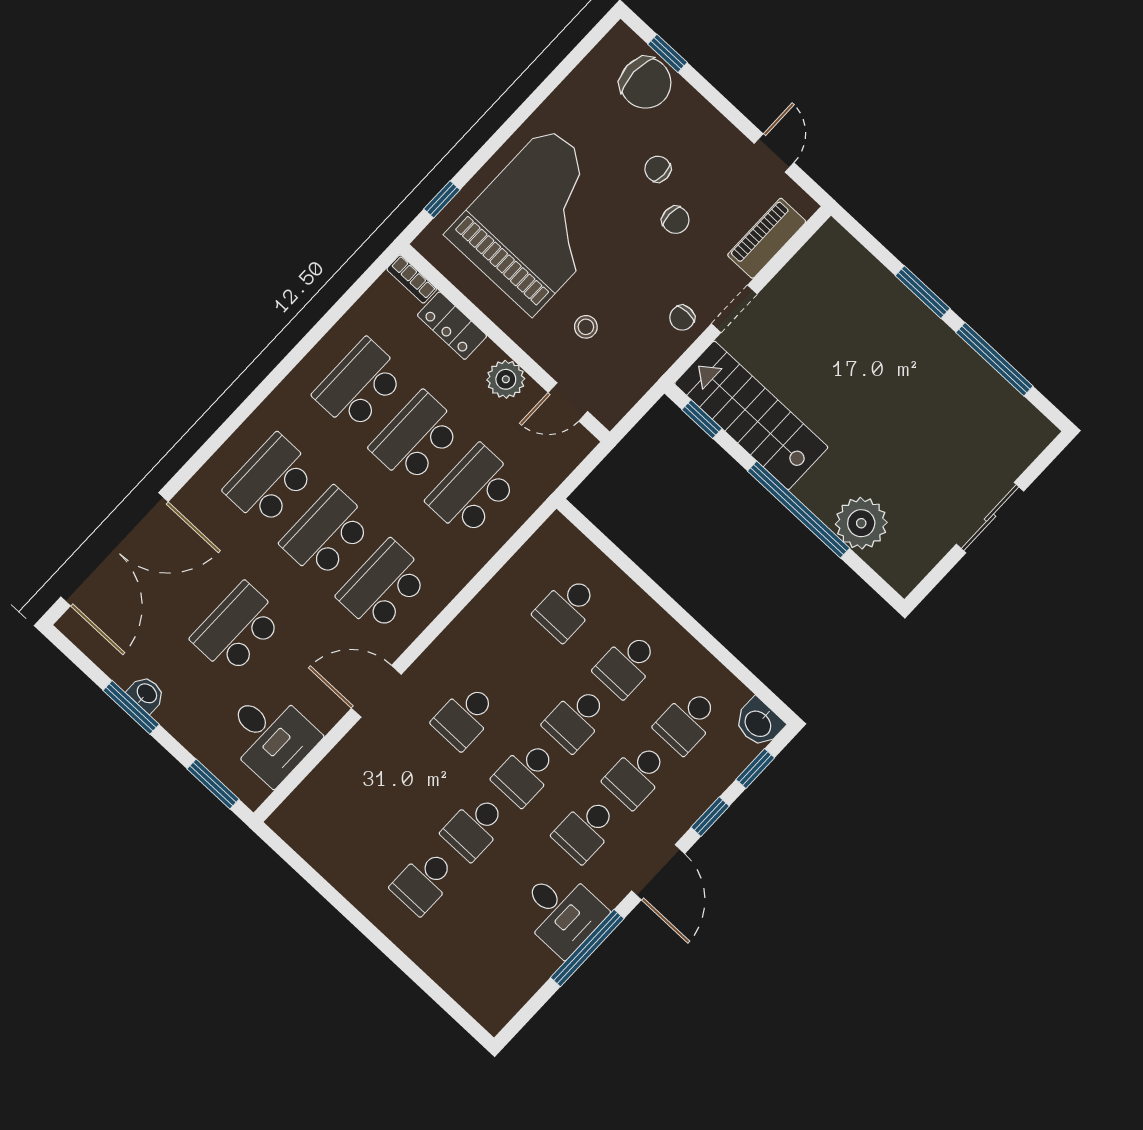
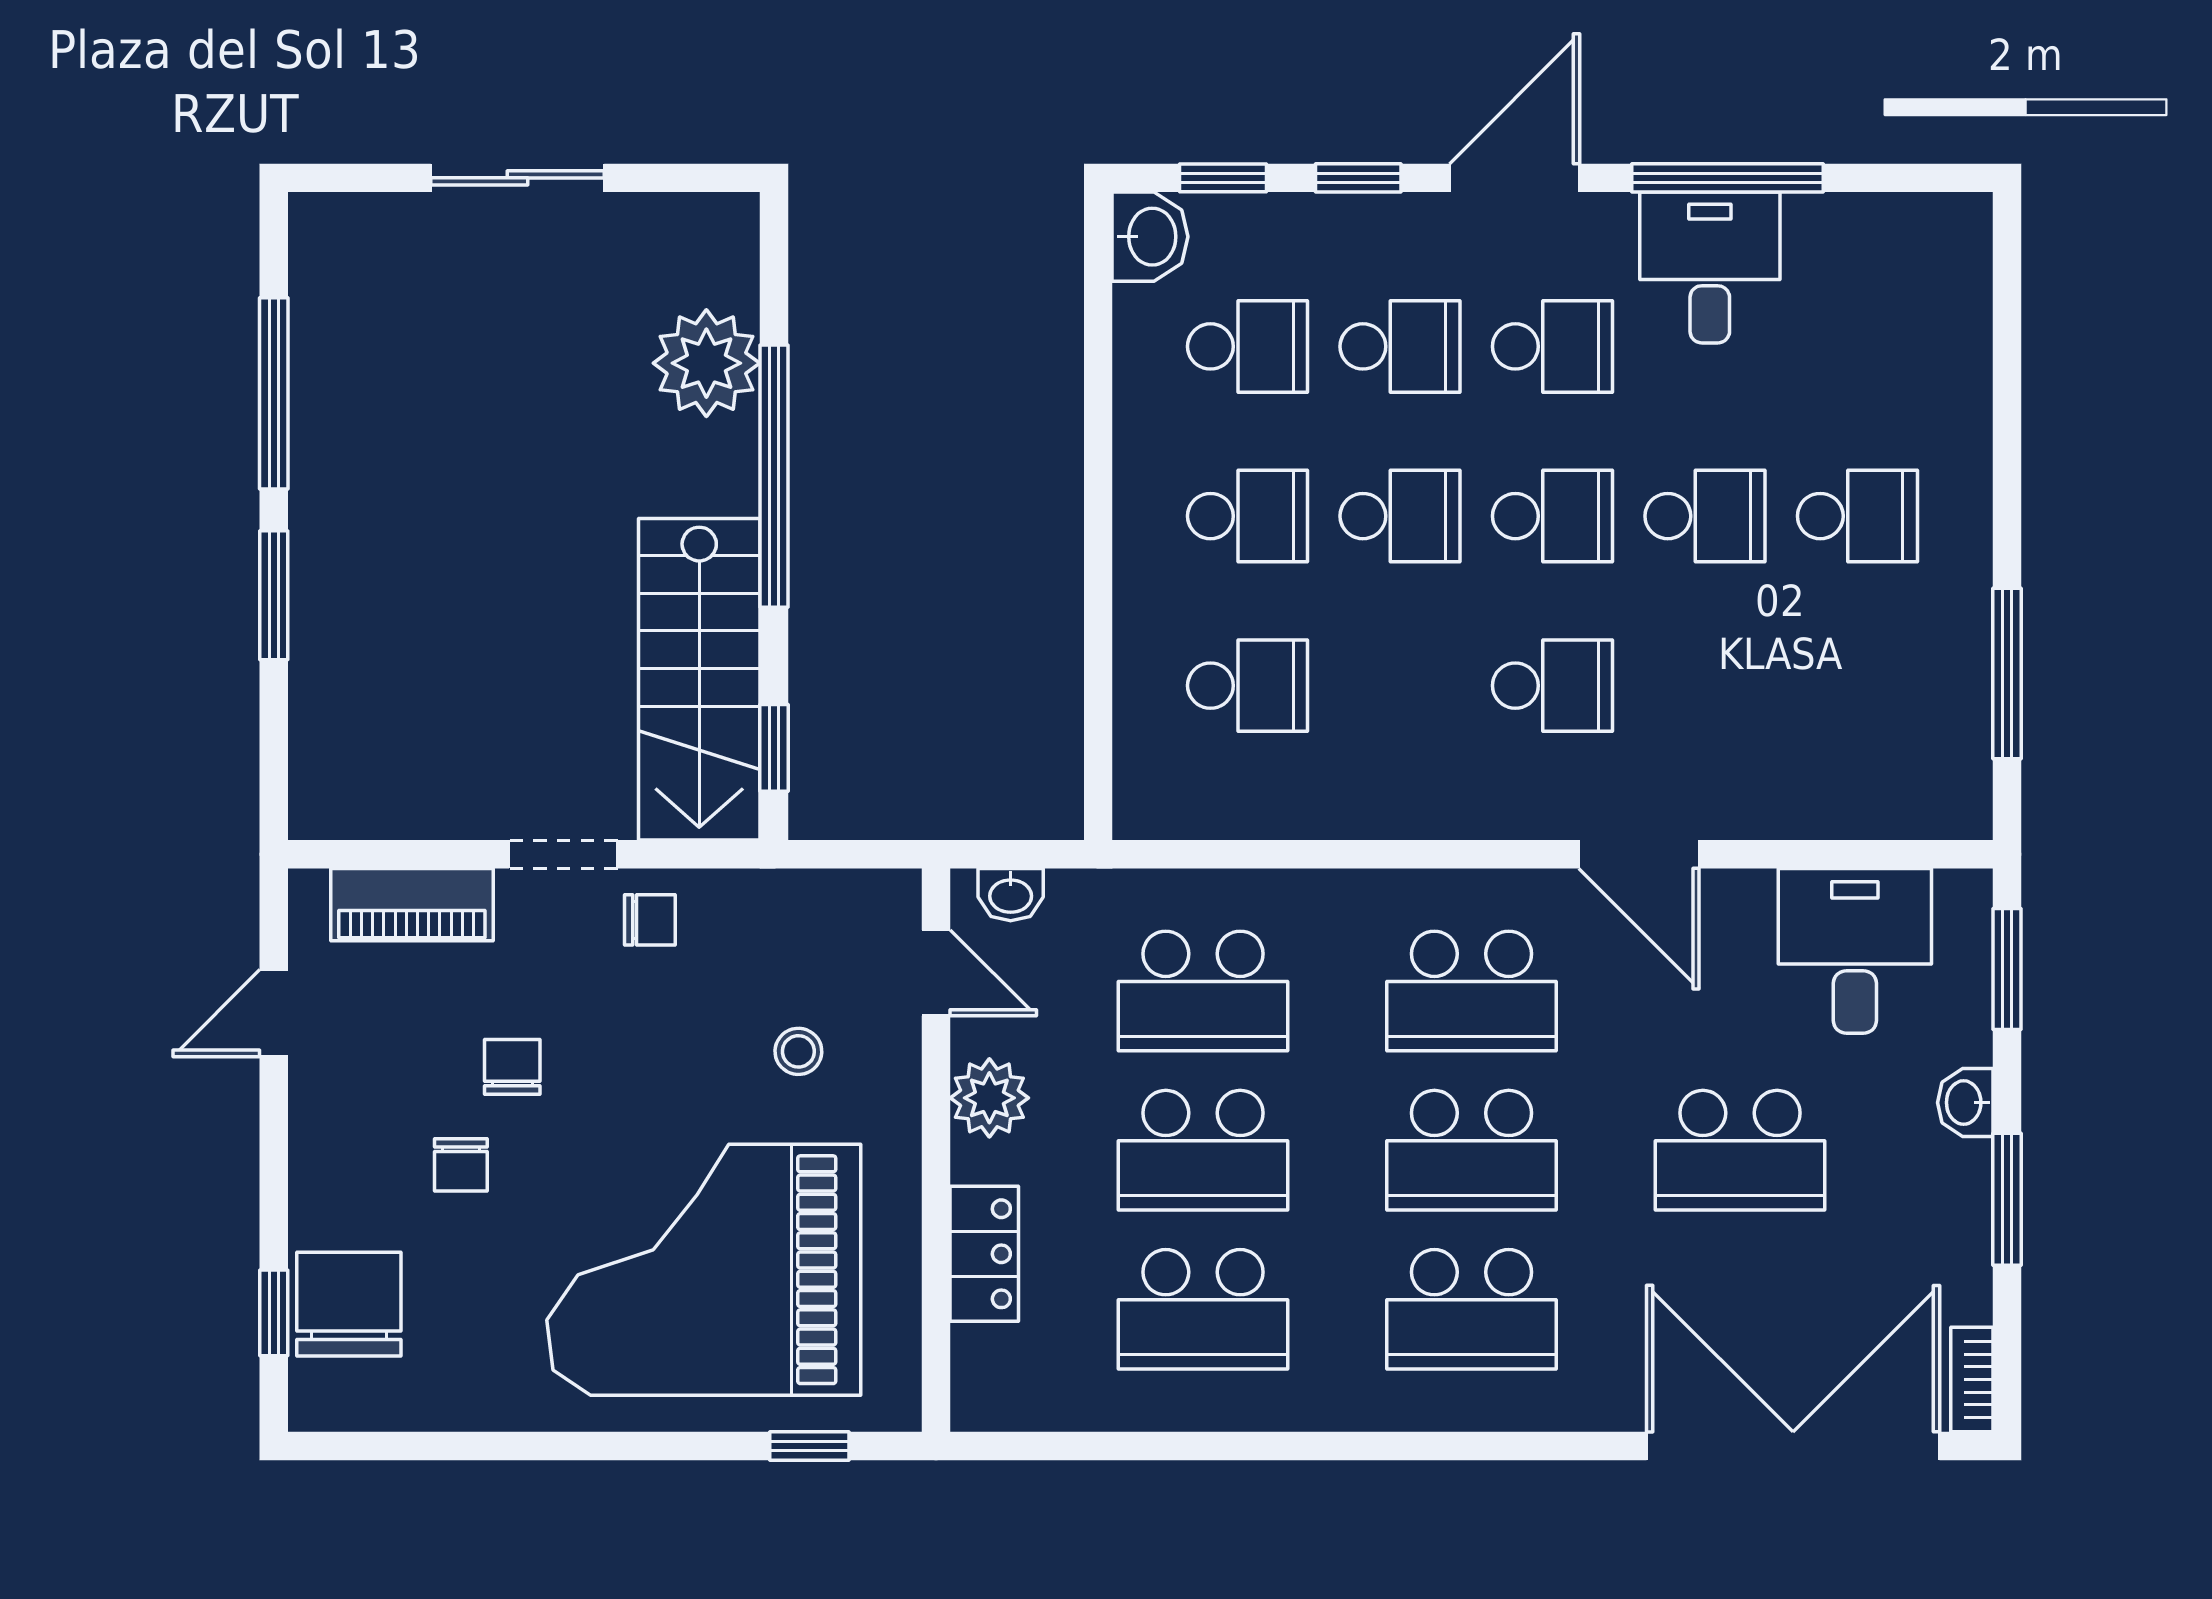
bookcase: (412, 279) -> (1972, 1379), moved, turned 180
washbasin: (571, 455) -> (1011, 895), added
washbasin: (146, 694) -> (1965, 1103), moved
window: (318, 882) -> (2007, 673), added

